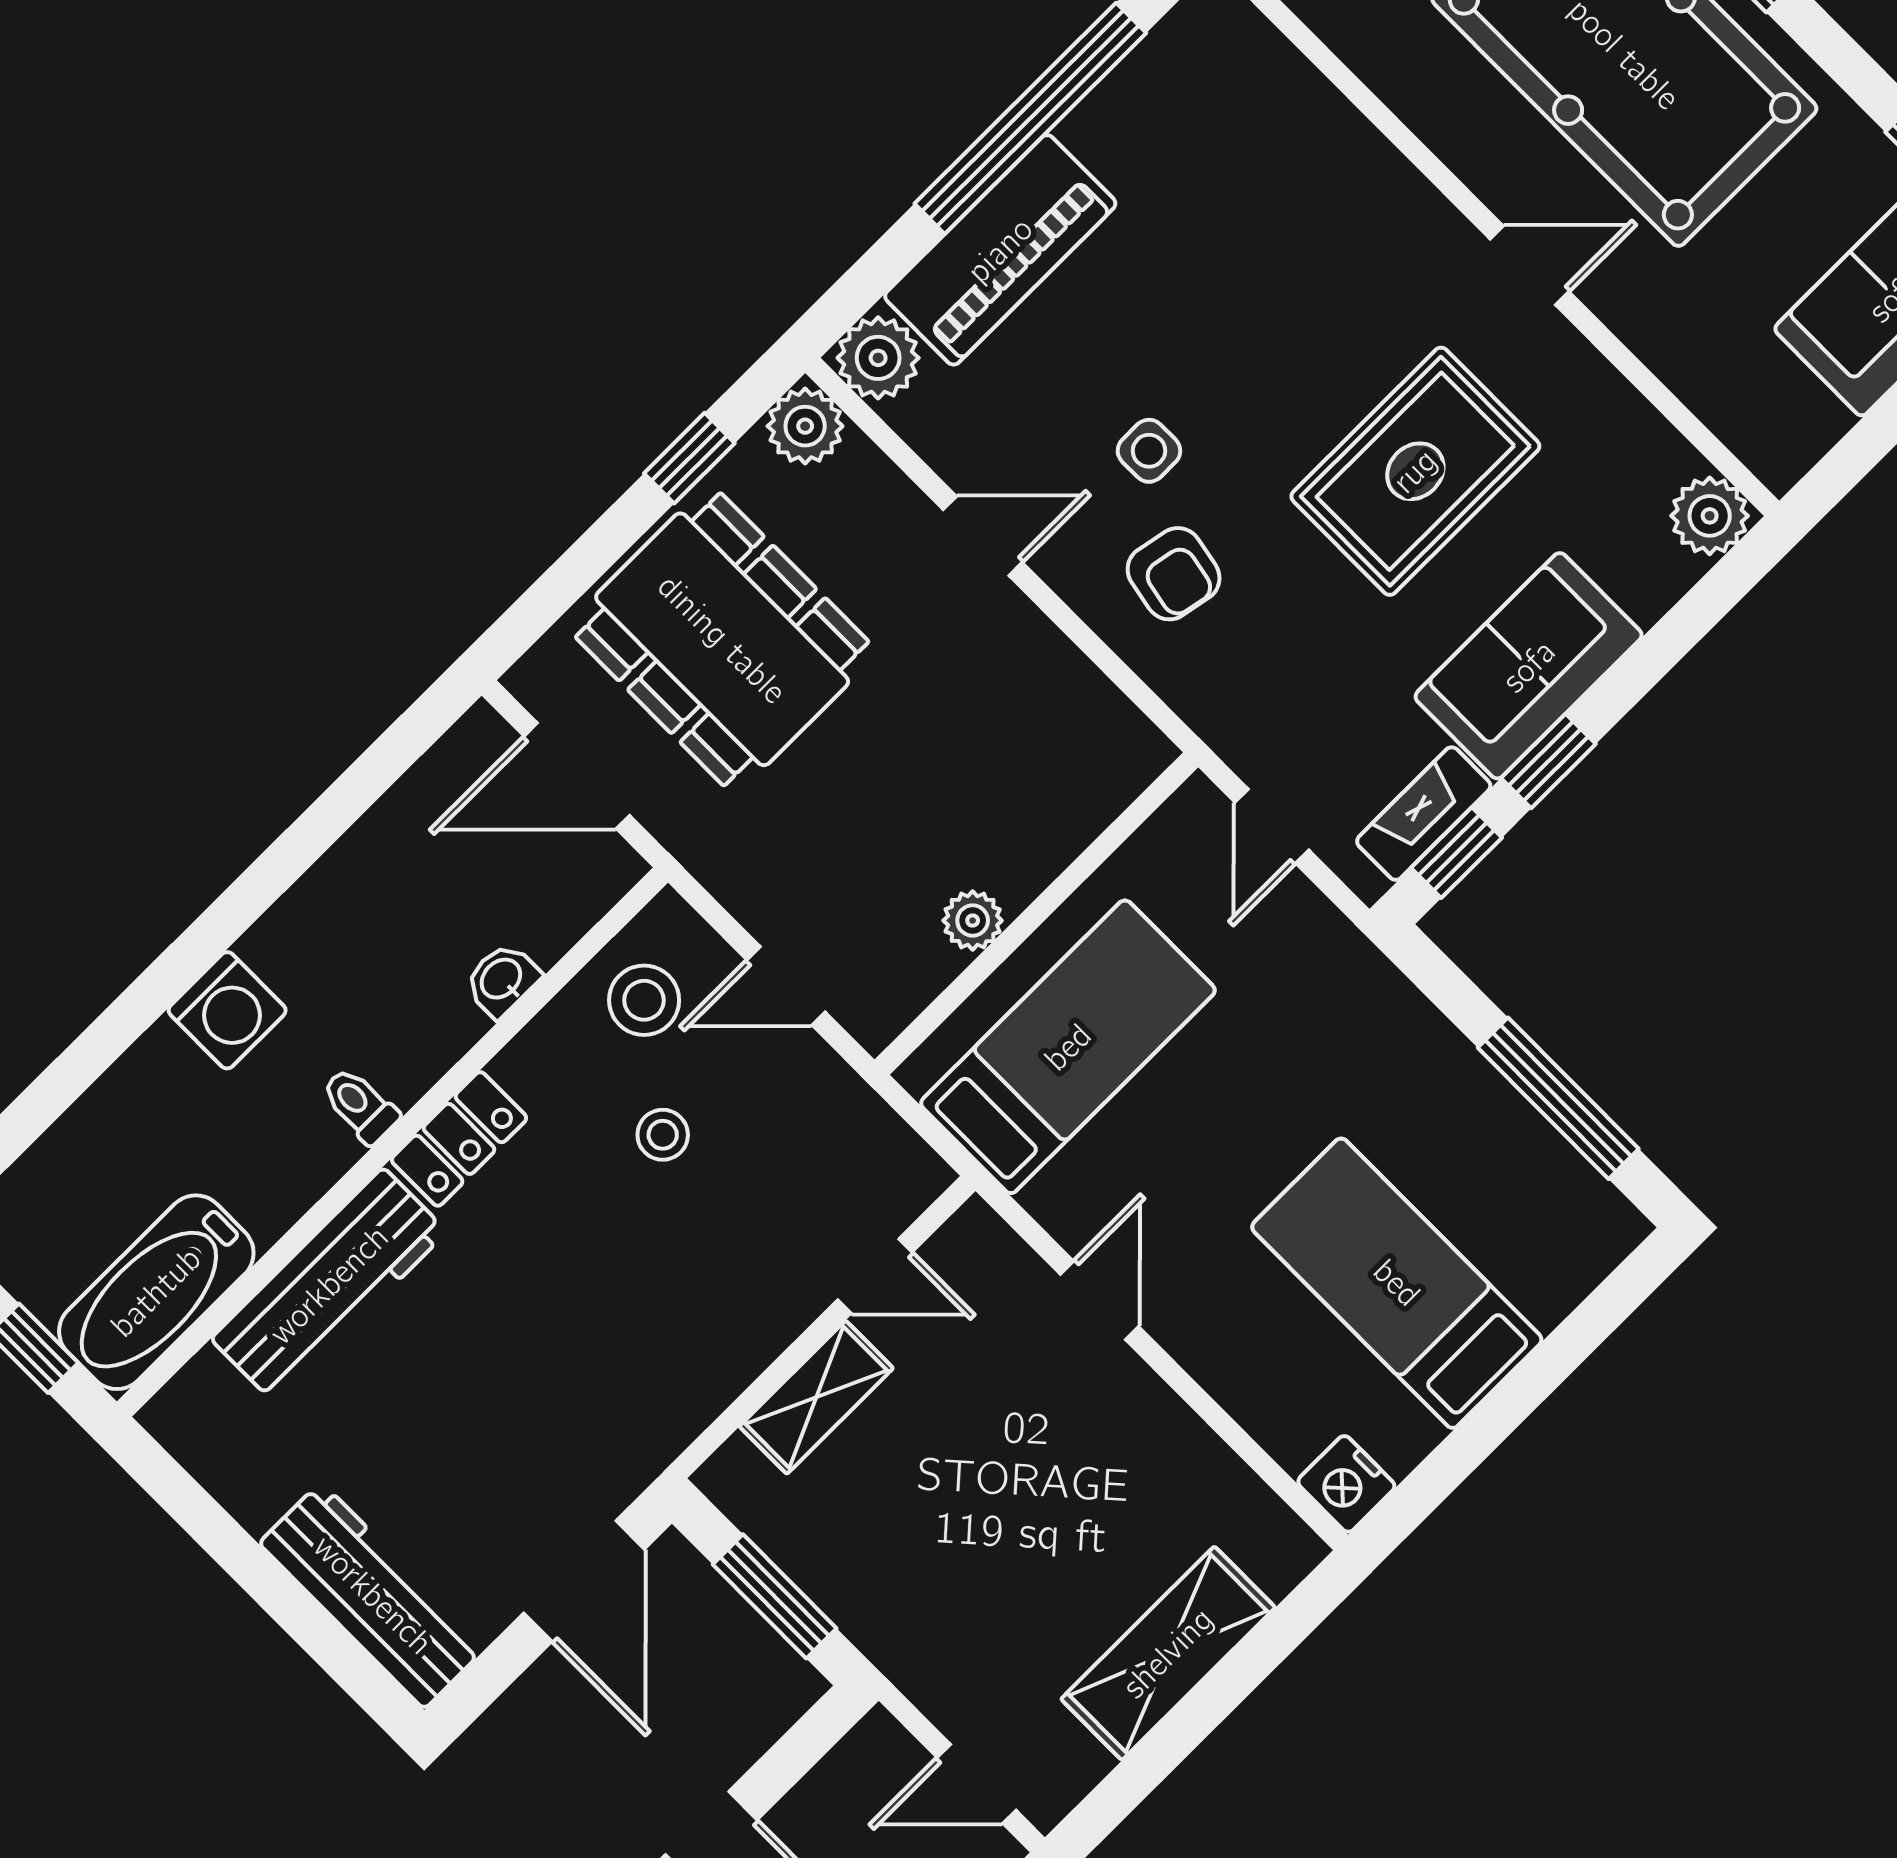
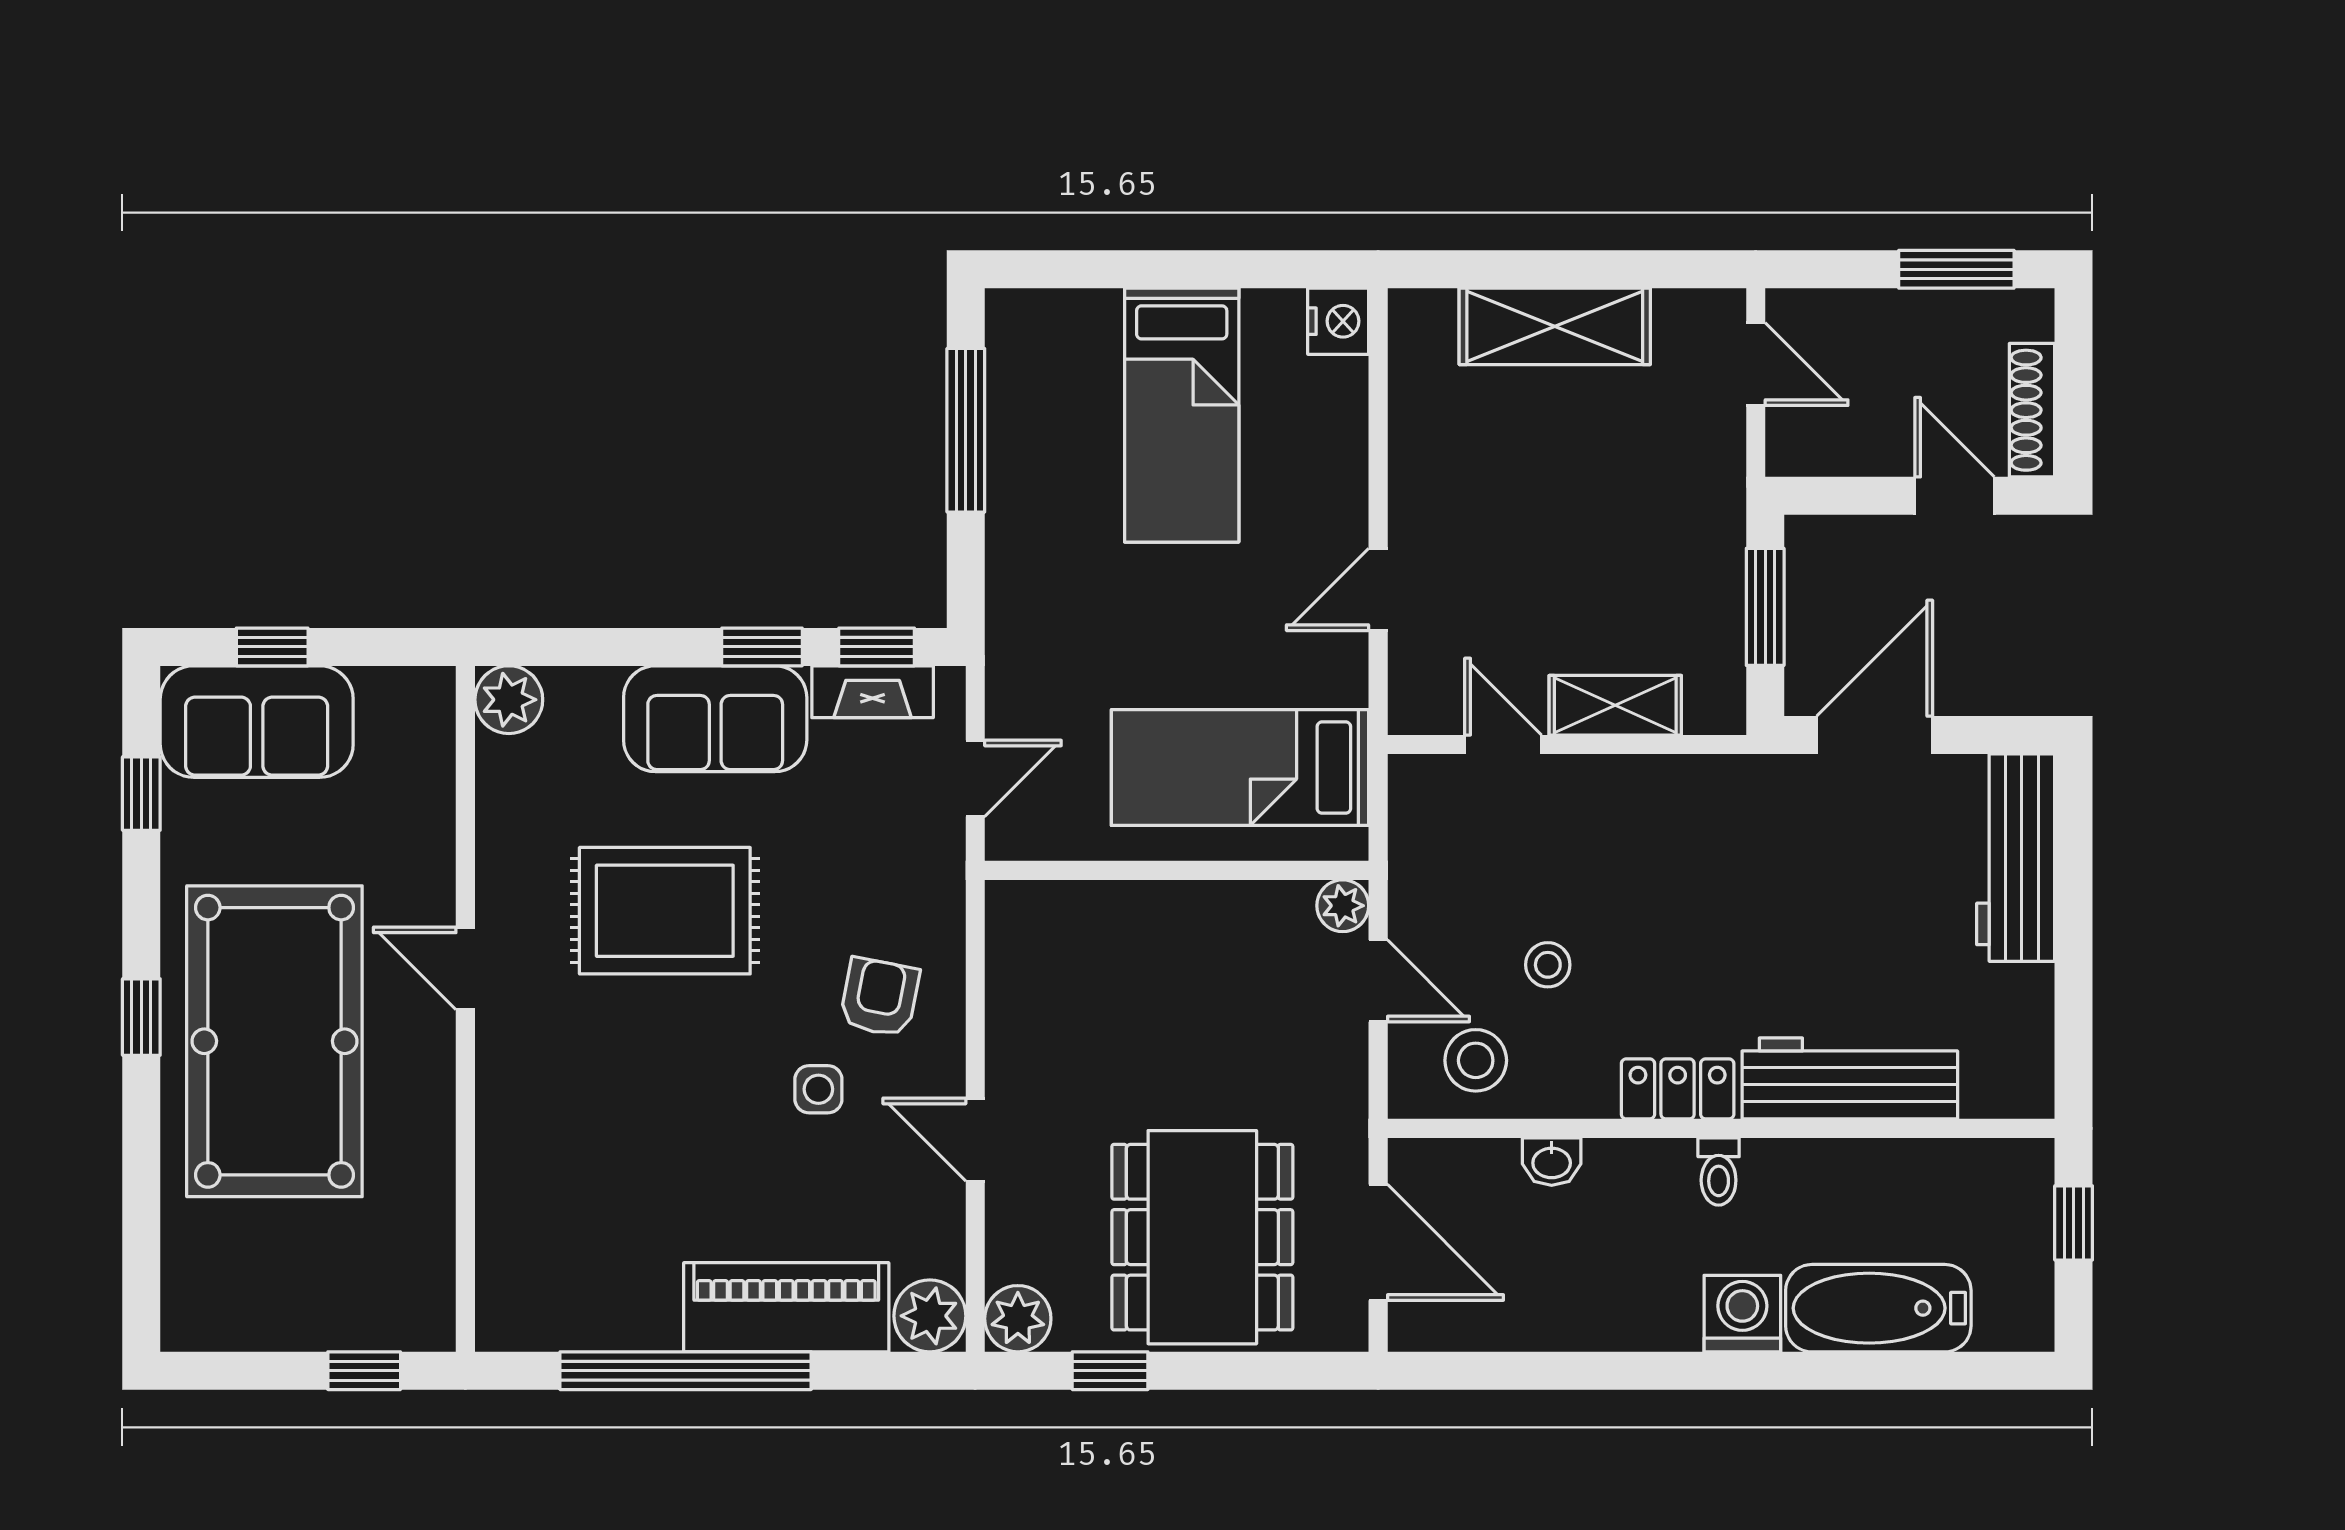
plant: (973, 920) -> (1343, 906), moved
bathtub: (156, 1292) -> (1878, 1308), moved, turned 180

